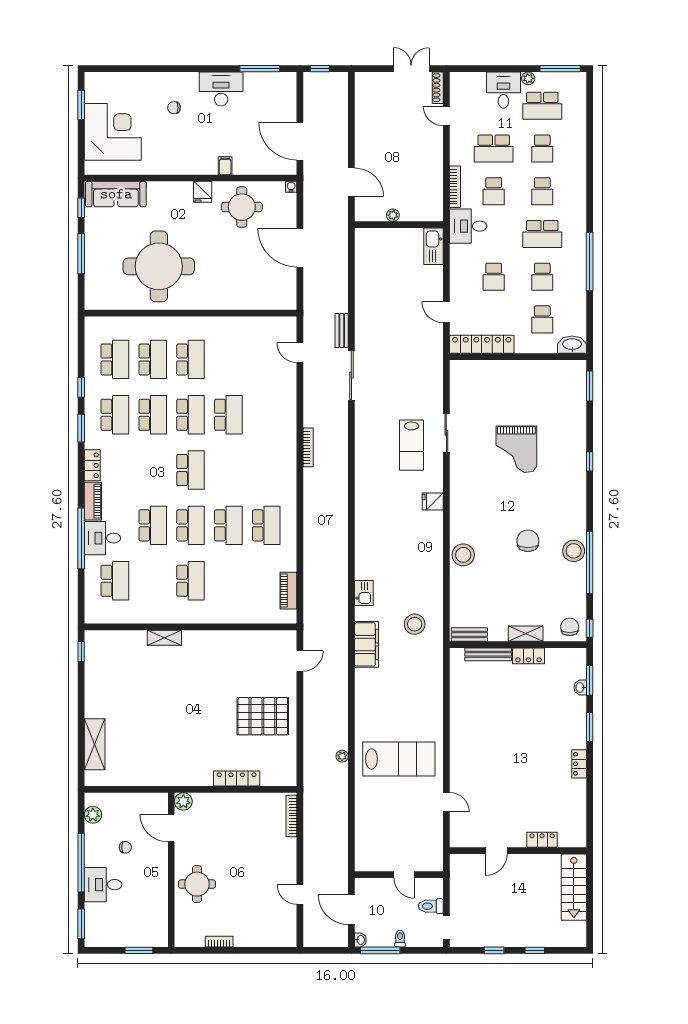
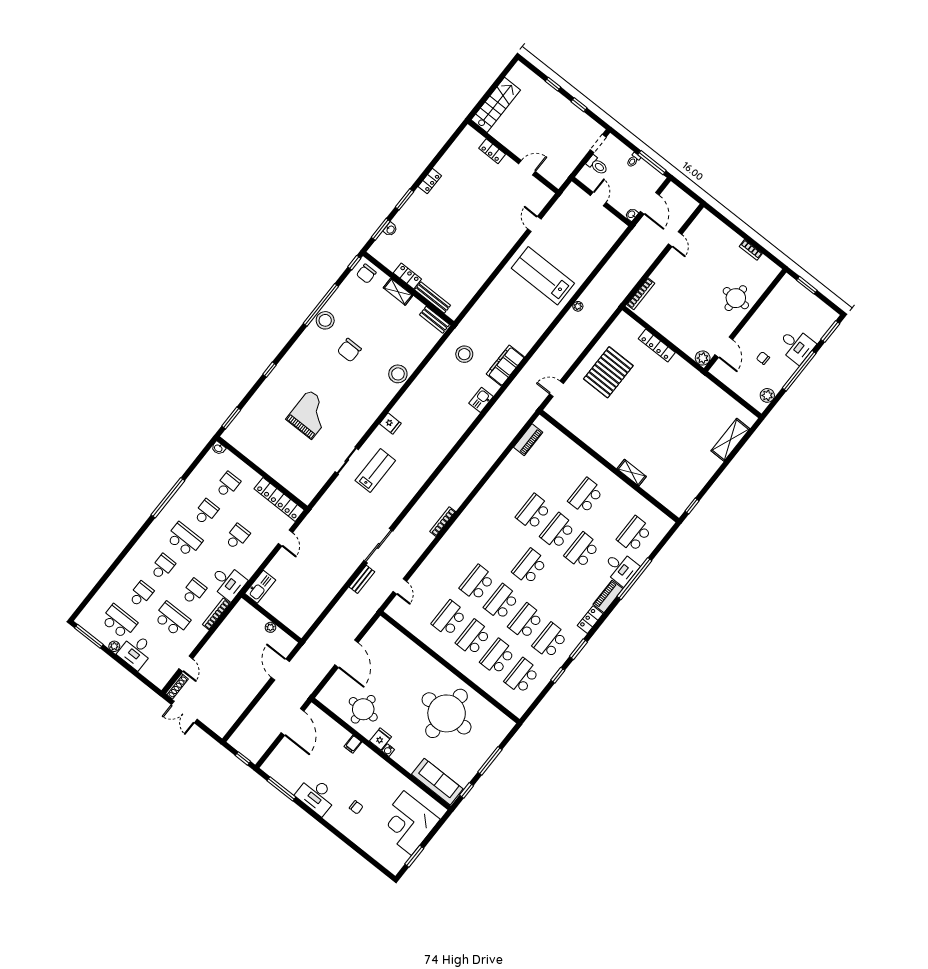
water cooler: (291, 187) -> (388, 750), moved
washbasin: (572, 345) -> (218, 448), width x0.52, depth x0.69
school desk: (266, 525) -> (449, 618), moved
pallet: (263, 716) -> (608, 372), turned 90
washbasin: (360, 940) -> (632, 214), moved

